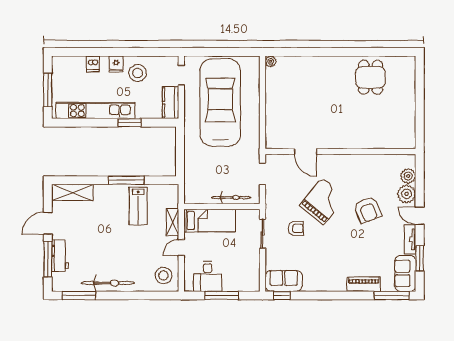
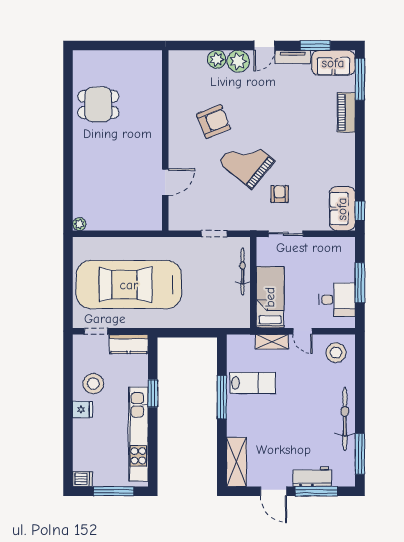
dishwasher: (93, 64) -> (82, 479), moved
door: (306, 151) -> (165, 182), moved
wall: (340, 151) -> (165, 140), moved
armchair: (367, 210) -> (214, 121), moved

